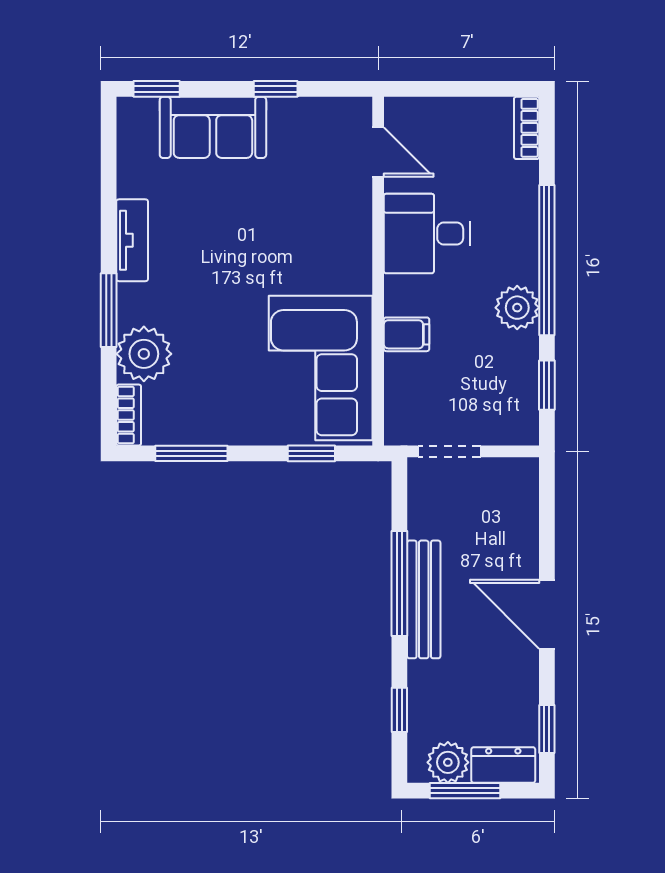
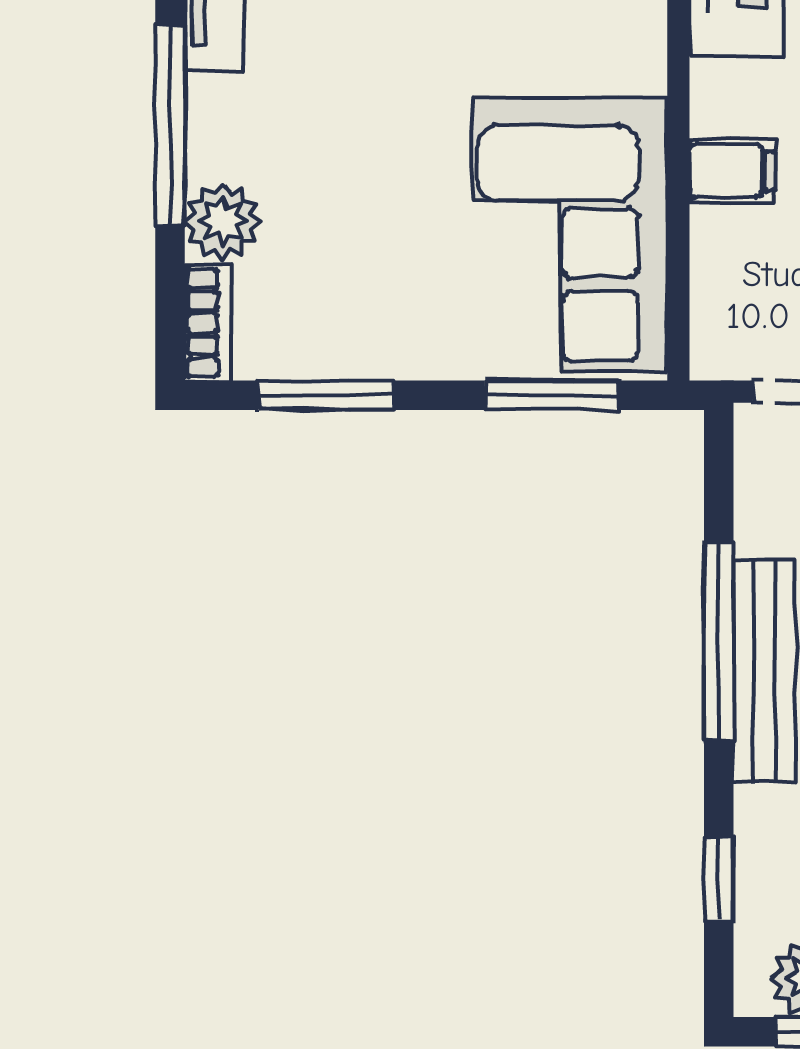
window: (109, 310) -> (170, 125), width x1.44
plant: (144, 354) -> (223, 221), width x0.73, depth x0.73
window: (311, 453) -> (552, 395), width x1.50

